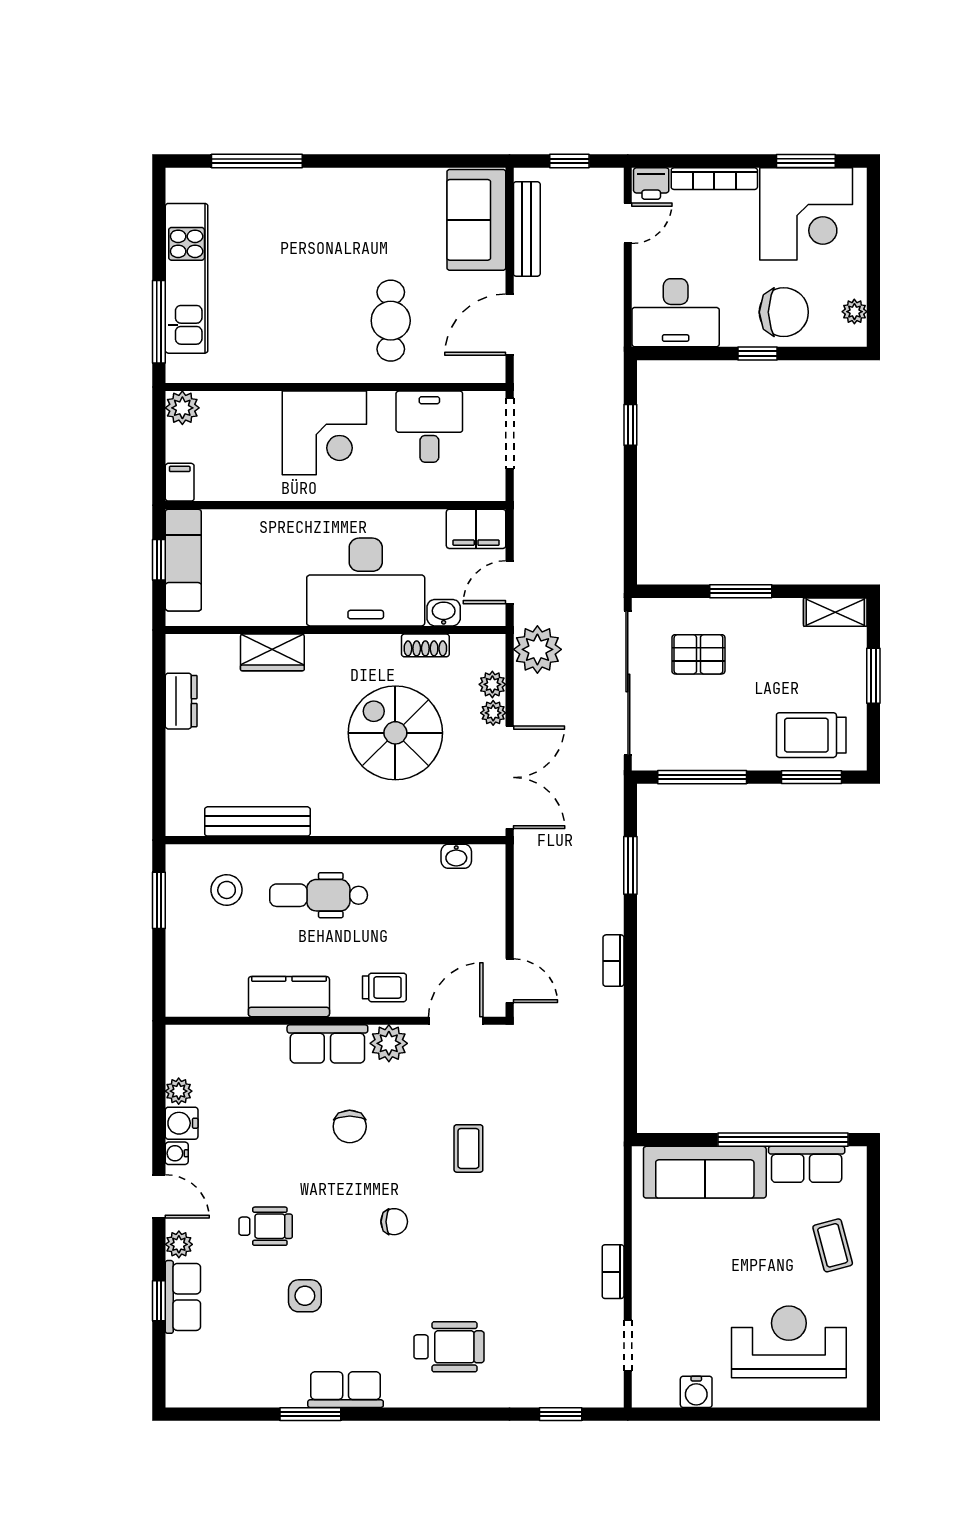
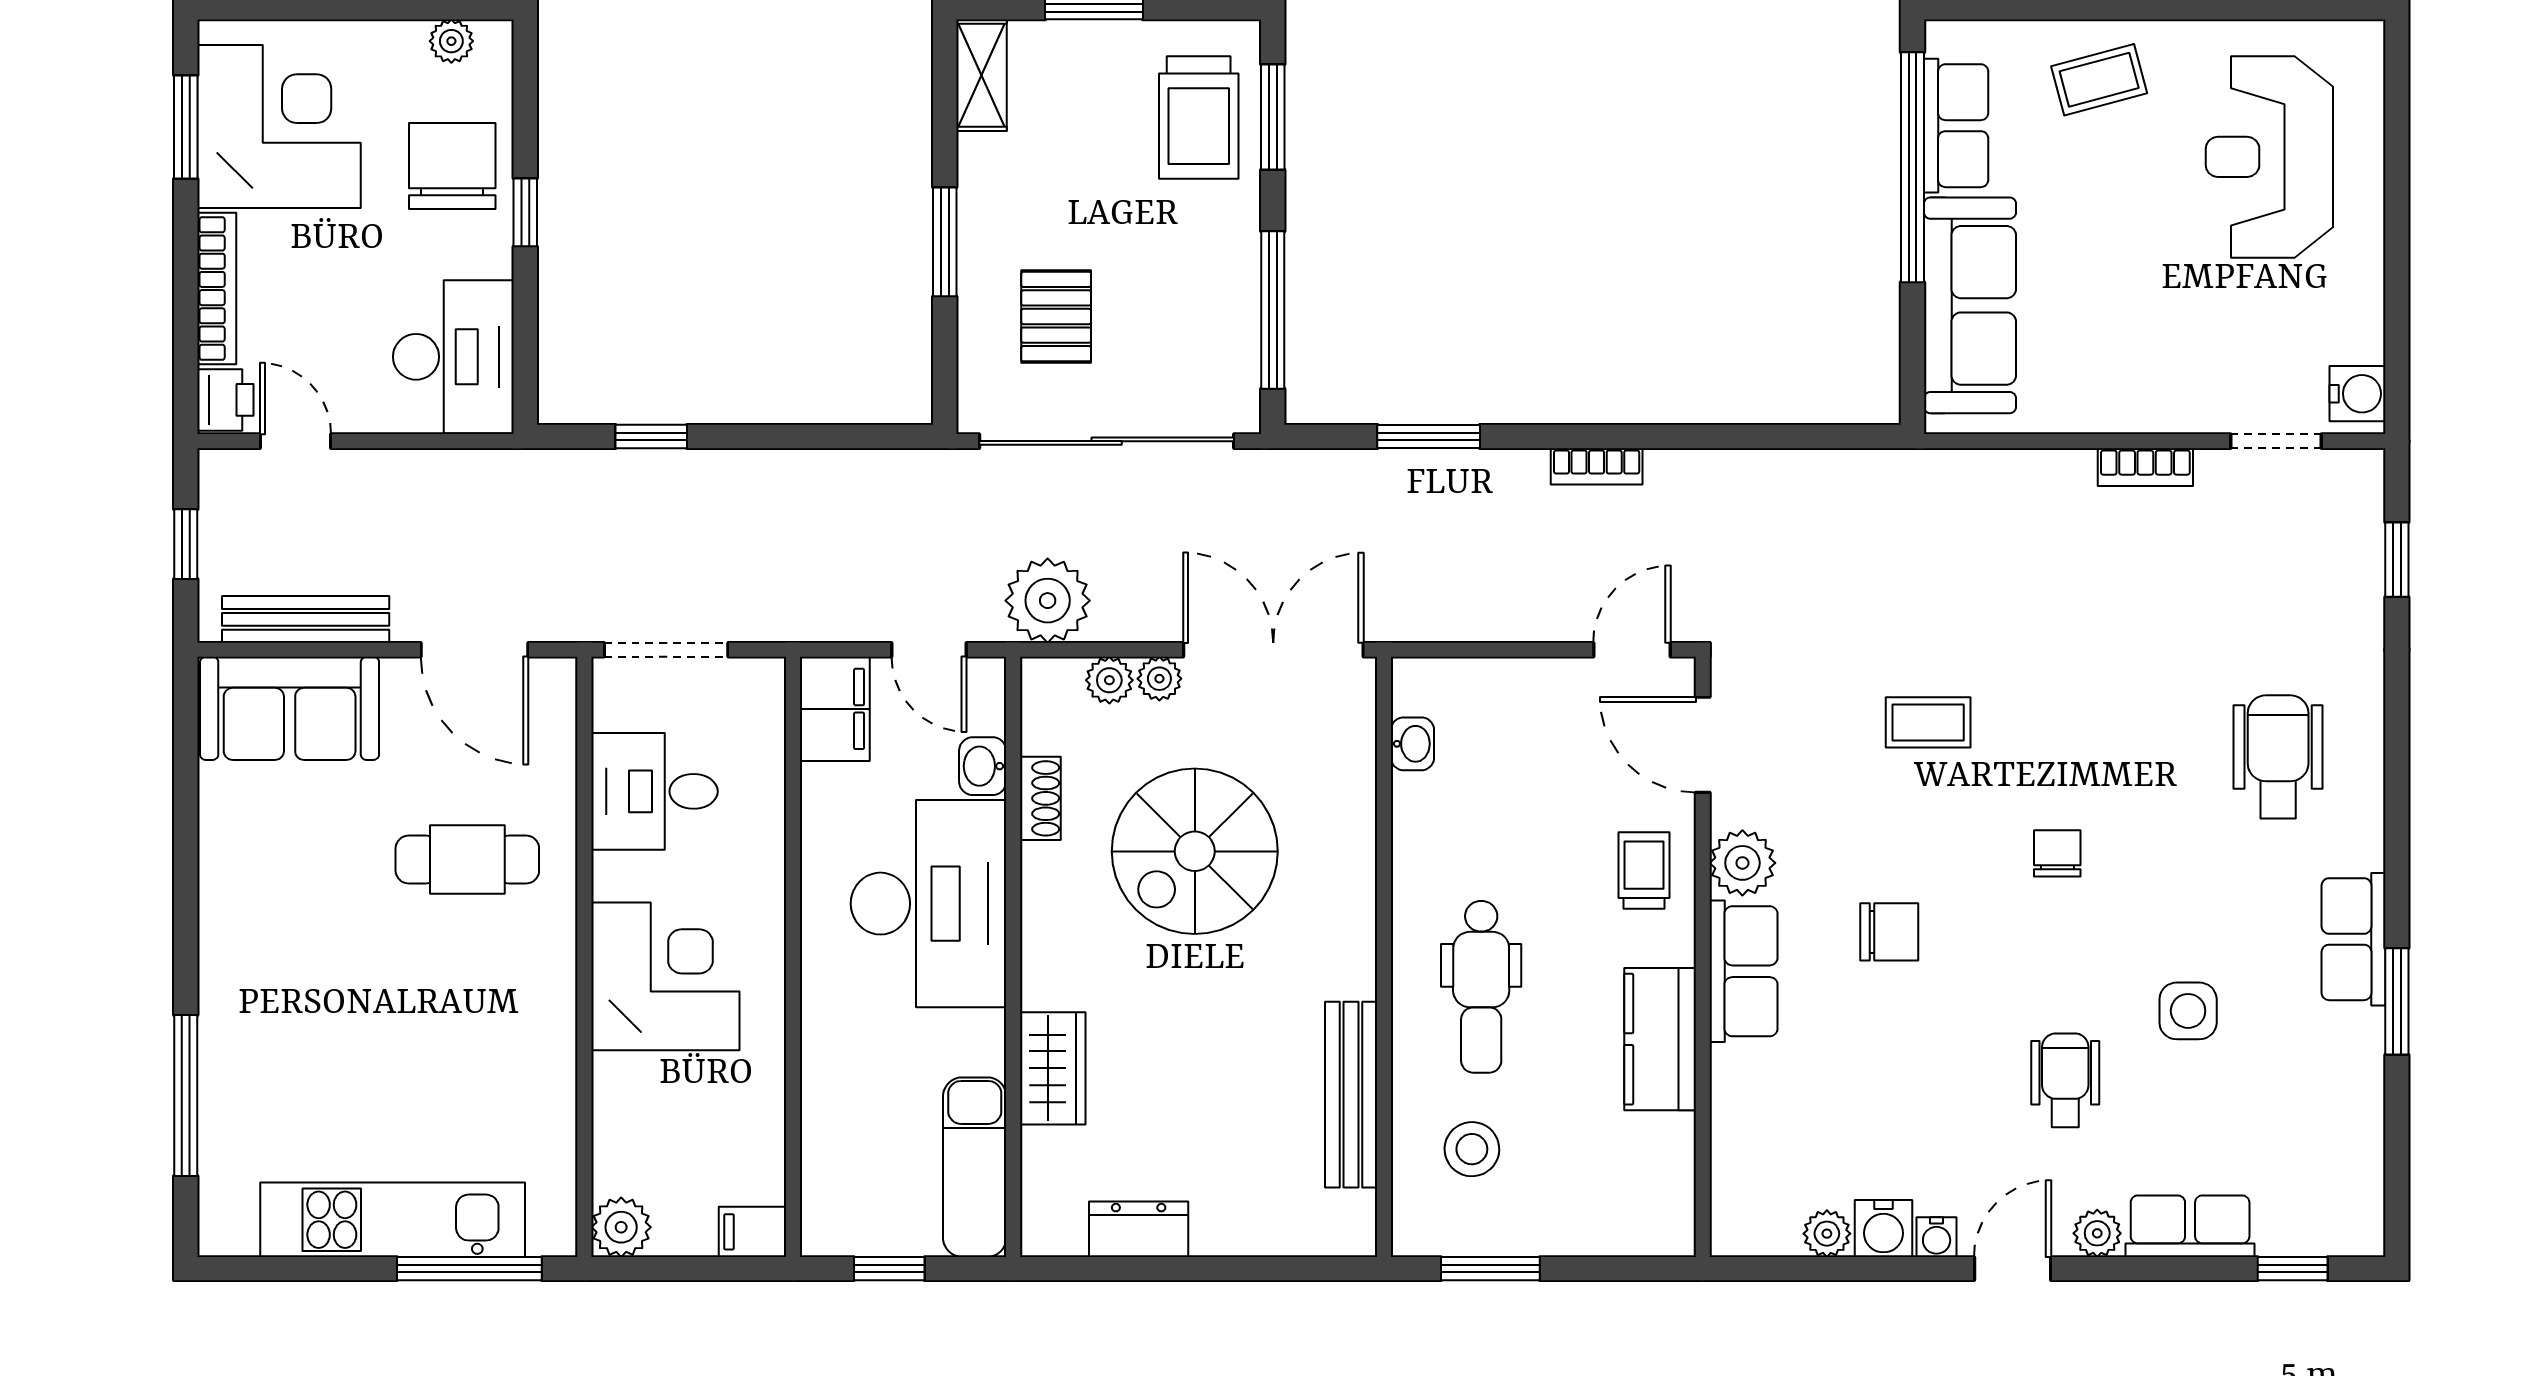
exam couch: (183, 560) -> (975, 1167), moved, turned -90
window: (159, 1301) -> (2293, 1269), moved
water cooler: (696, 1392) -> (2358, 394), moved

